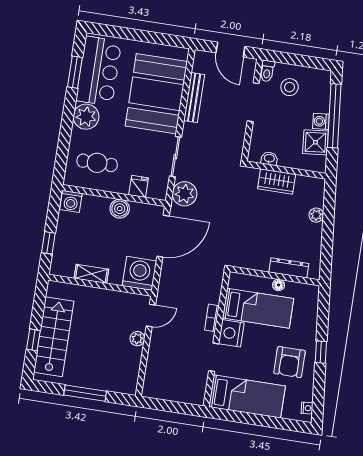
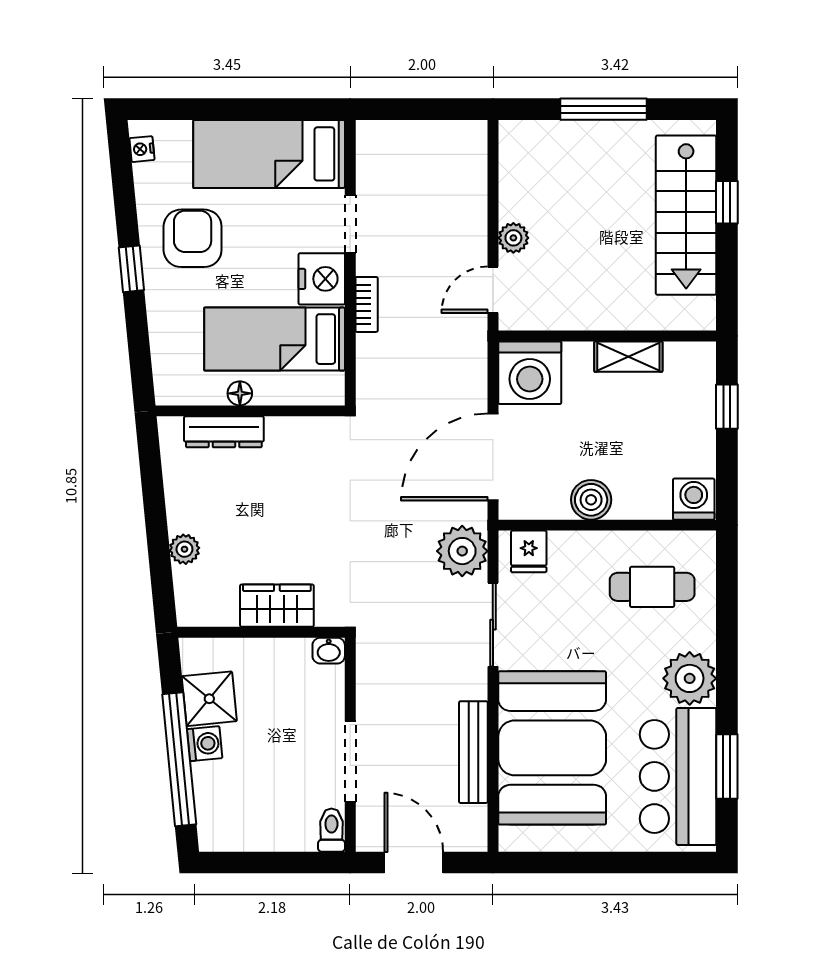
stool: (290, 87) -> (280, 804), removed
washbasin: (269, 159) -> (329, 651), moved
fridge: (139, 186) -> (529, 551), moved

